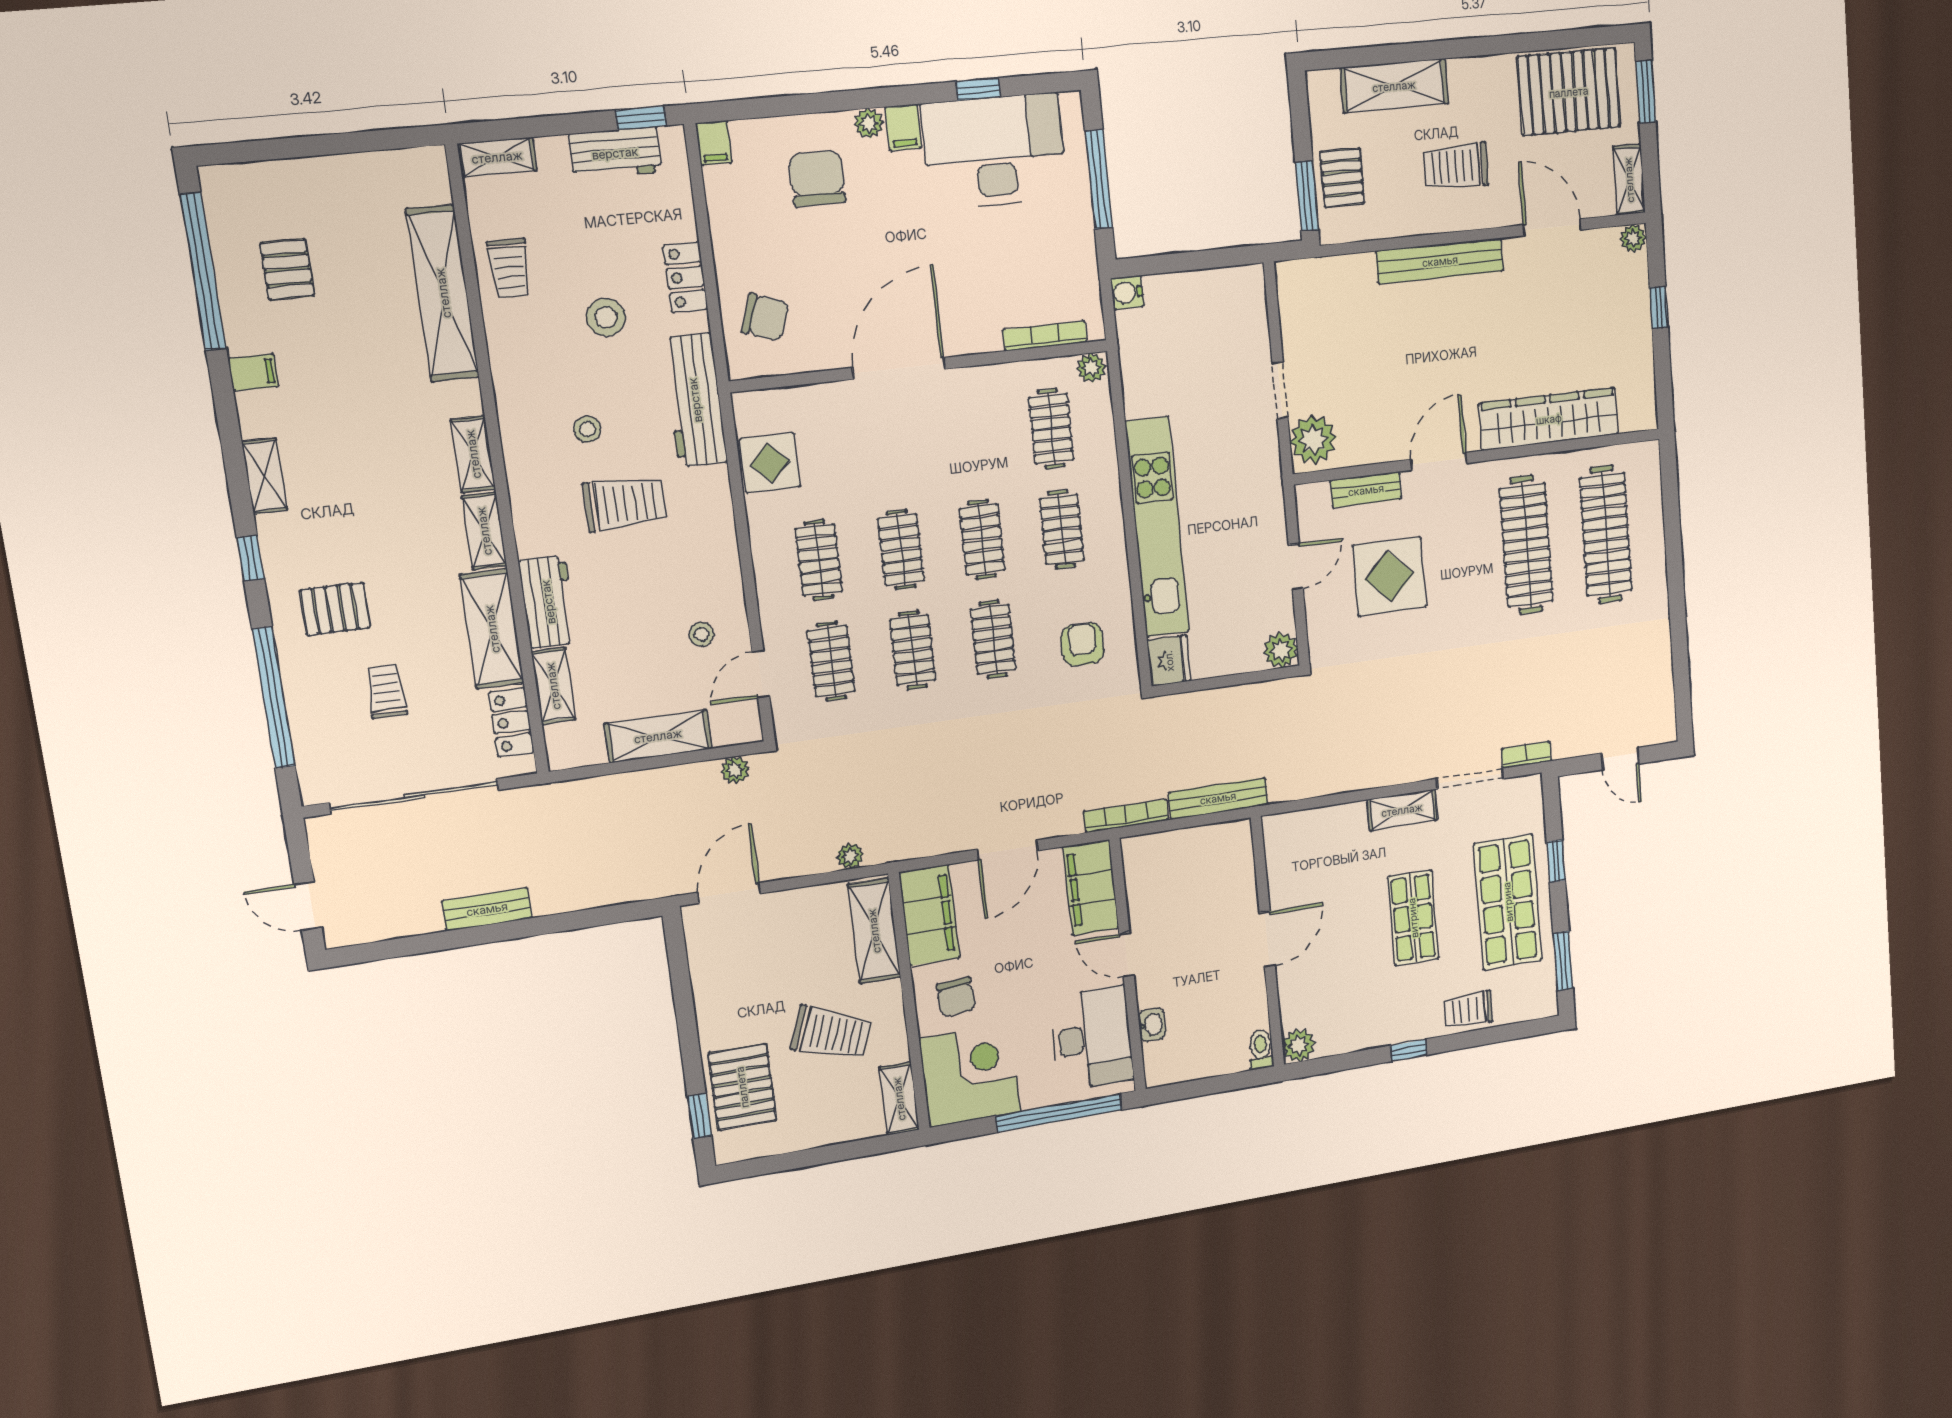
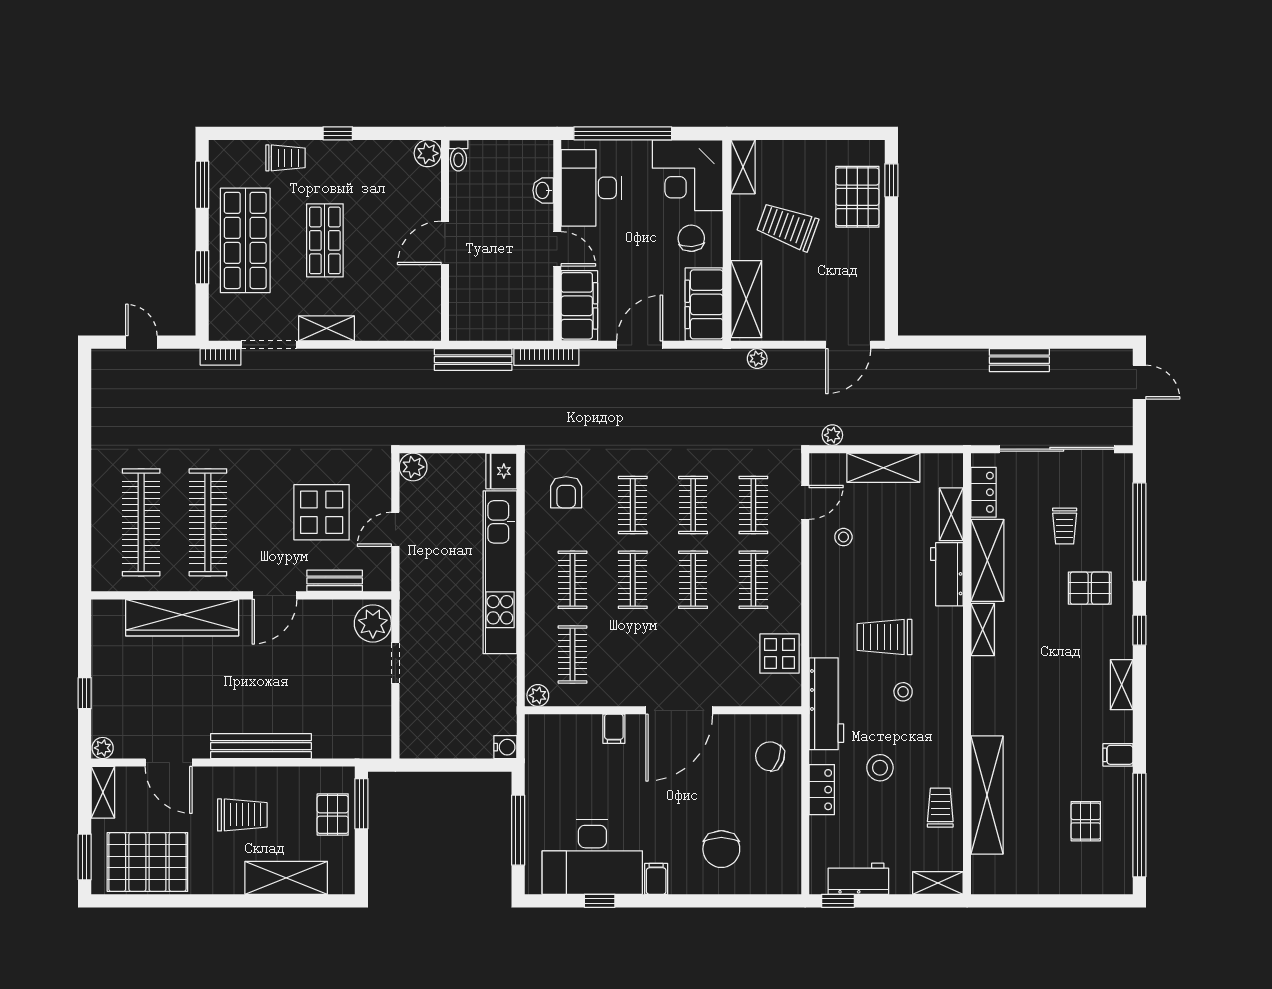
plant: (869, 123) -> (680, 884), removed
filing cabinet: (714, 143) -> (614, 729), moved, turned 180
bookcase: (1045, 336) -> (570, 722), removed
shelving: (473, 454) -> (983, 683), removed

